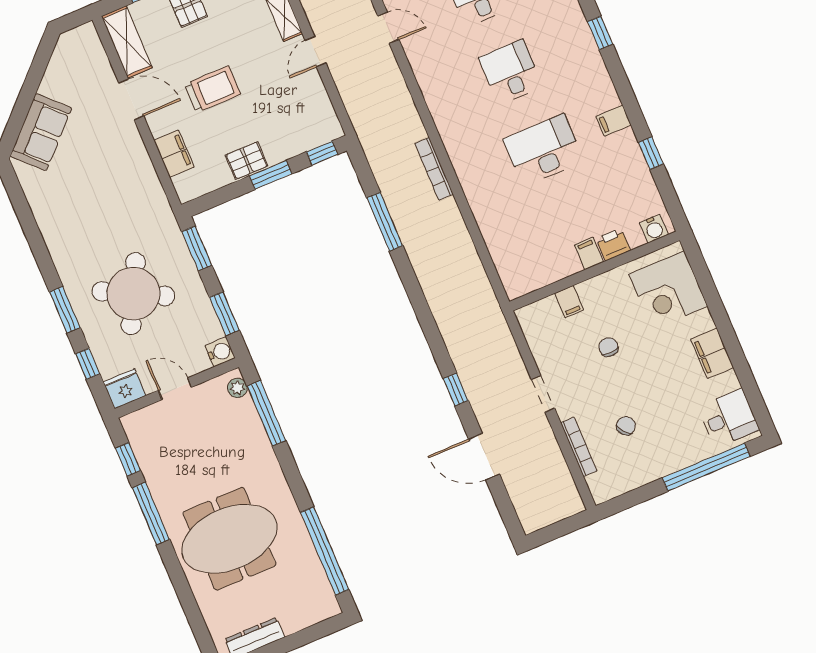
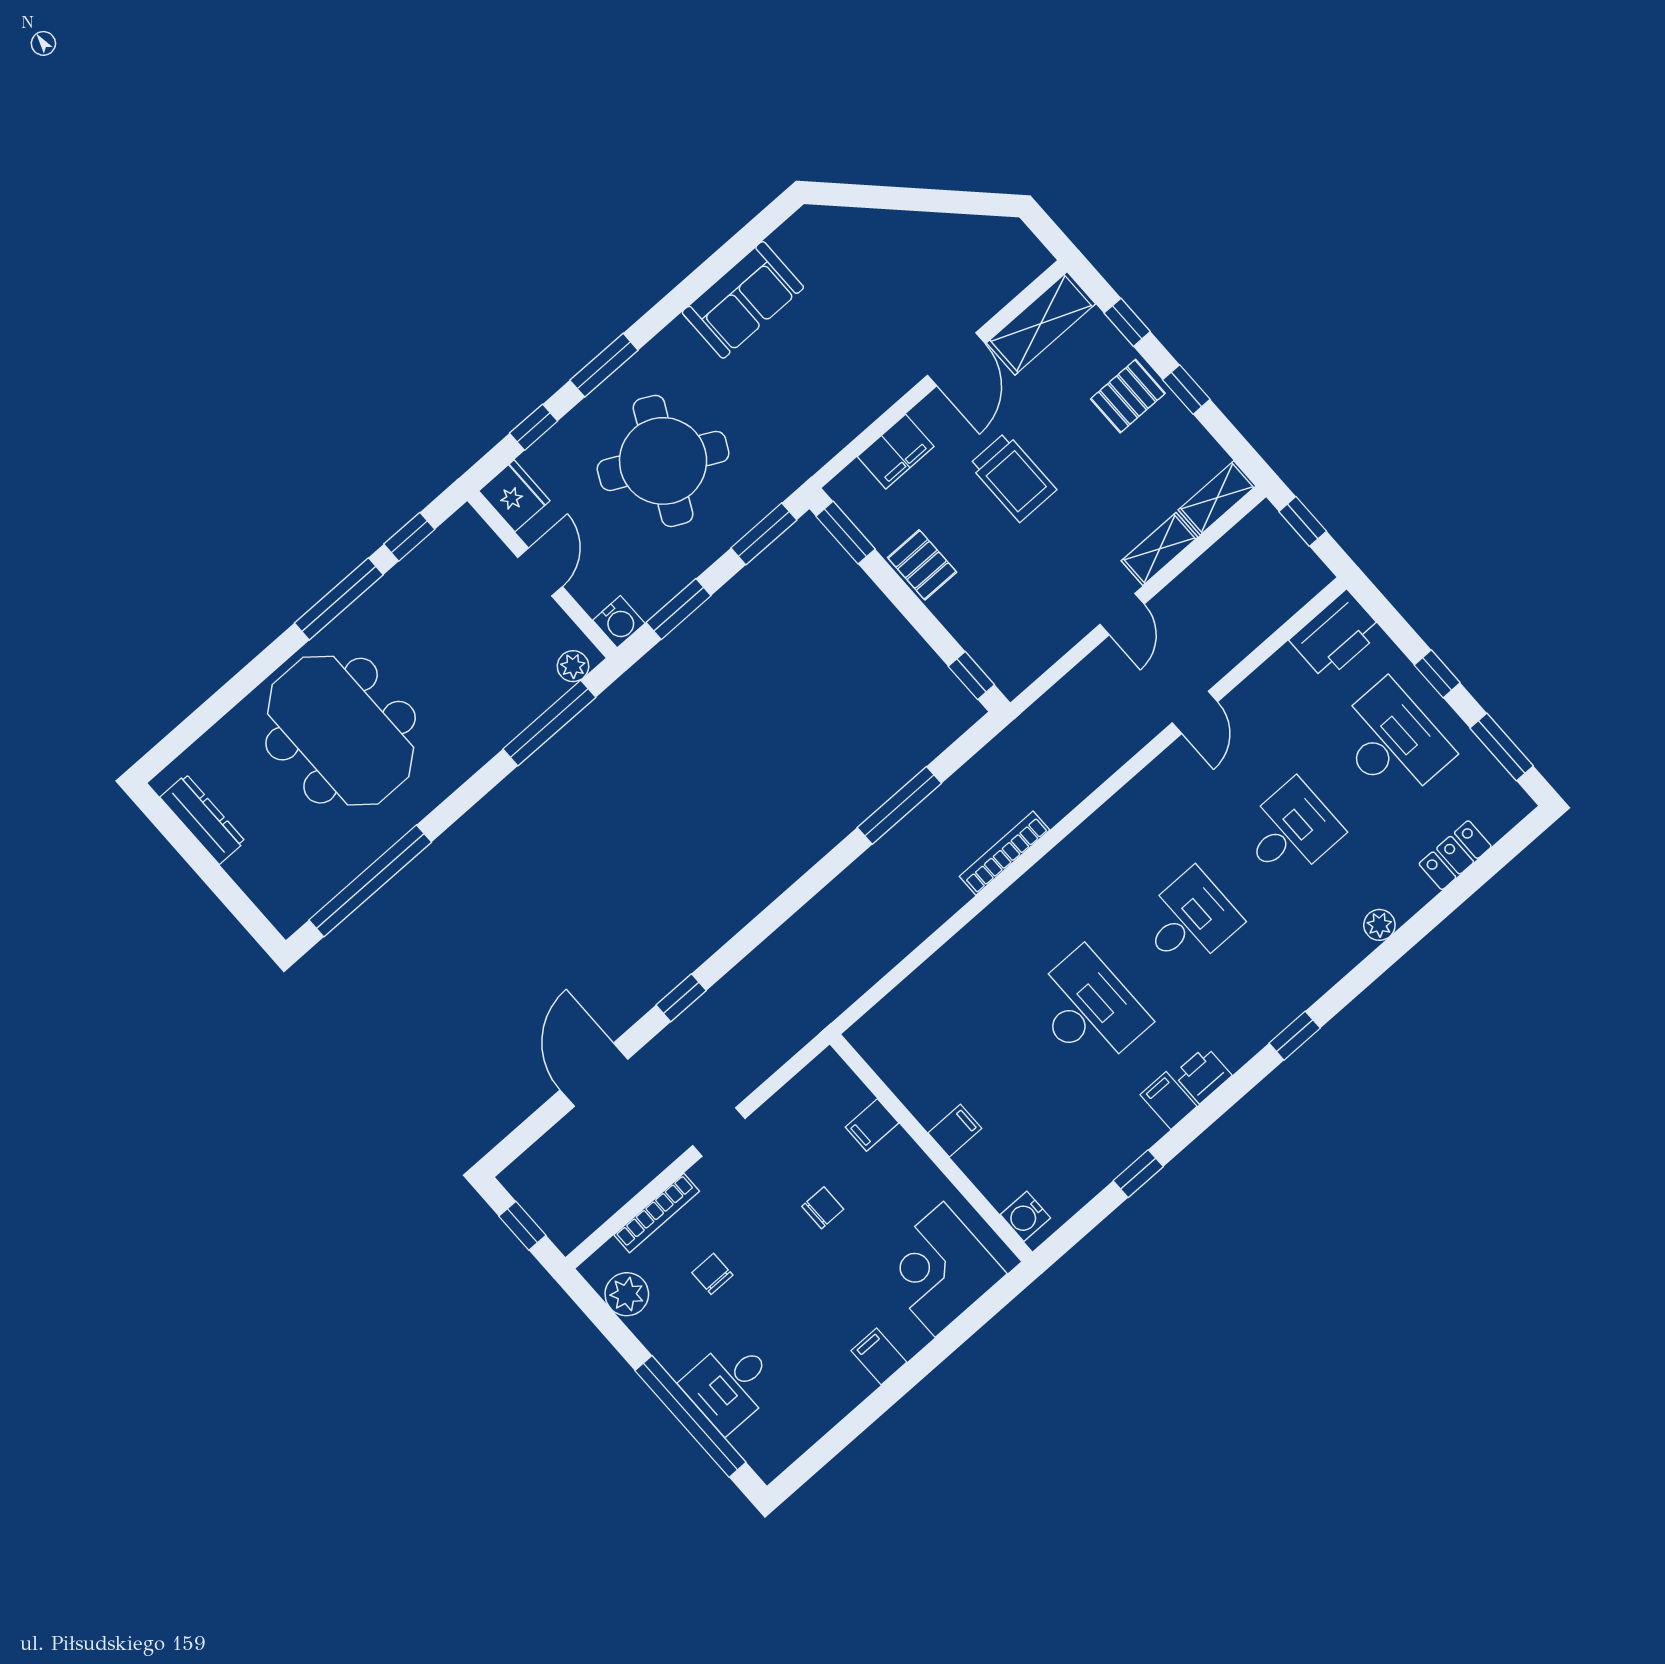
door: (316, 52) -> (1122, 614), swing flipped
sofa: (41, 132) -> (743, 300), moved, turned -45
window: (271, 175) -> (846, 533), moved
printer: (613, 244) -> (1203, 1075), moved, turned -90
filing cabinet: (712, 353) -> (879, 1356), width x0.50
desk: (728, 418) -> (730, 1385), moved, turned 90
chair: (626, 426) -> (712, 1274), turned -139
plant: (621, 481) -> (627, 1294), added
window: (560, 529) -> (522, 1226), added

